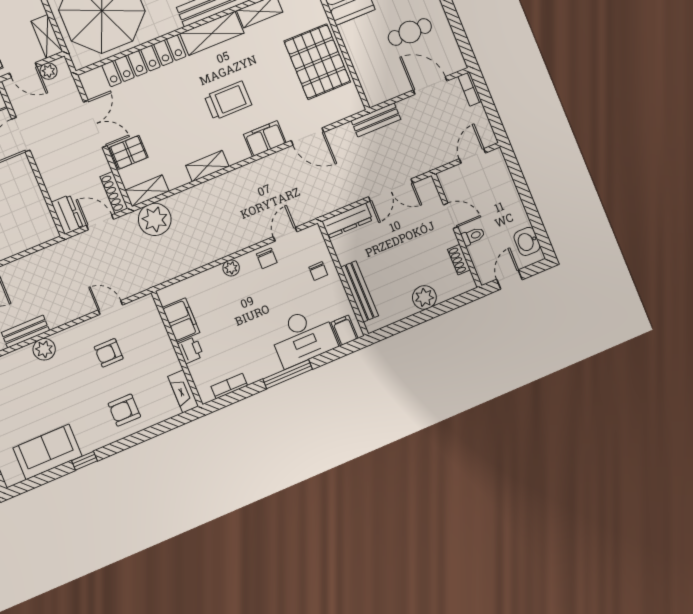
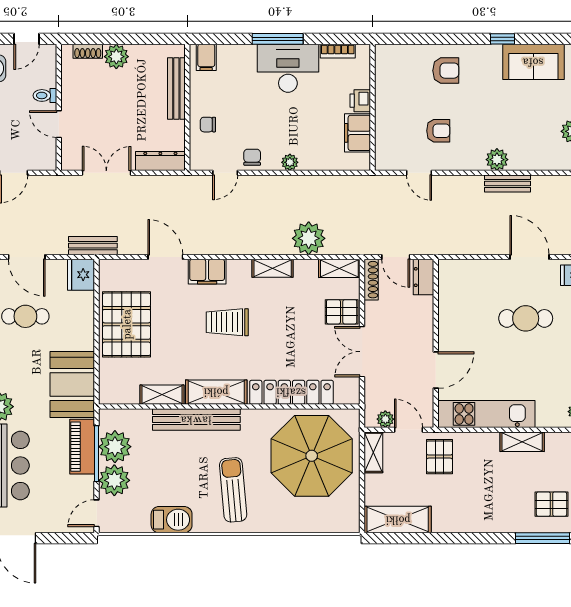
fridge: (376, 90) -> (81, 275), added
plant: (155, 219) -> (309, 238), moved
shoe rack: (459, 260) -> (88, 51), moved, turned 90
chair: (318, 271) -> (208, 125), turned -90
desk: (303, 337) -> (288, 68), moved
fireplace: (183, 391) -> (383, 65), removed

